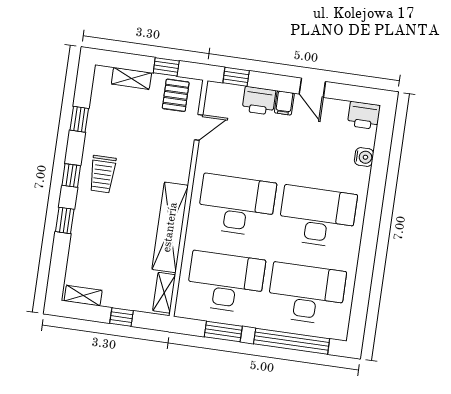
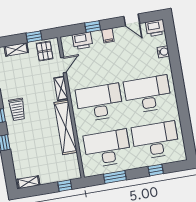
window: (236, 77) -> (93, 27), moved
door: (312, 88) -> (132, 20), moved
printer: (259, 101) -> (82, 41), moved
shelving: (164, 293) -> (61, 88), moved
window: (121, 317) -> (65, 186), moved
window: (292, 341) -> (156, 170), width x0.32

